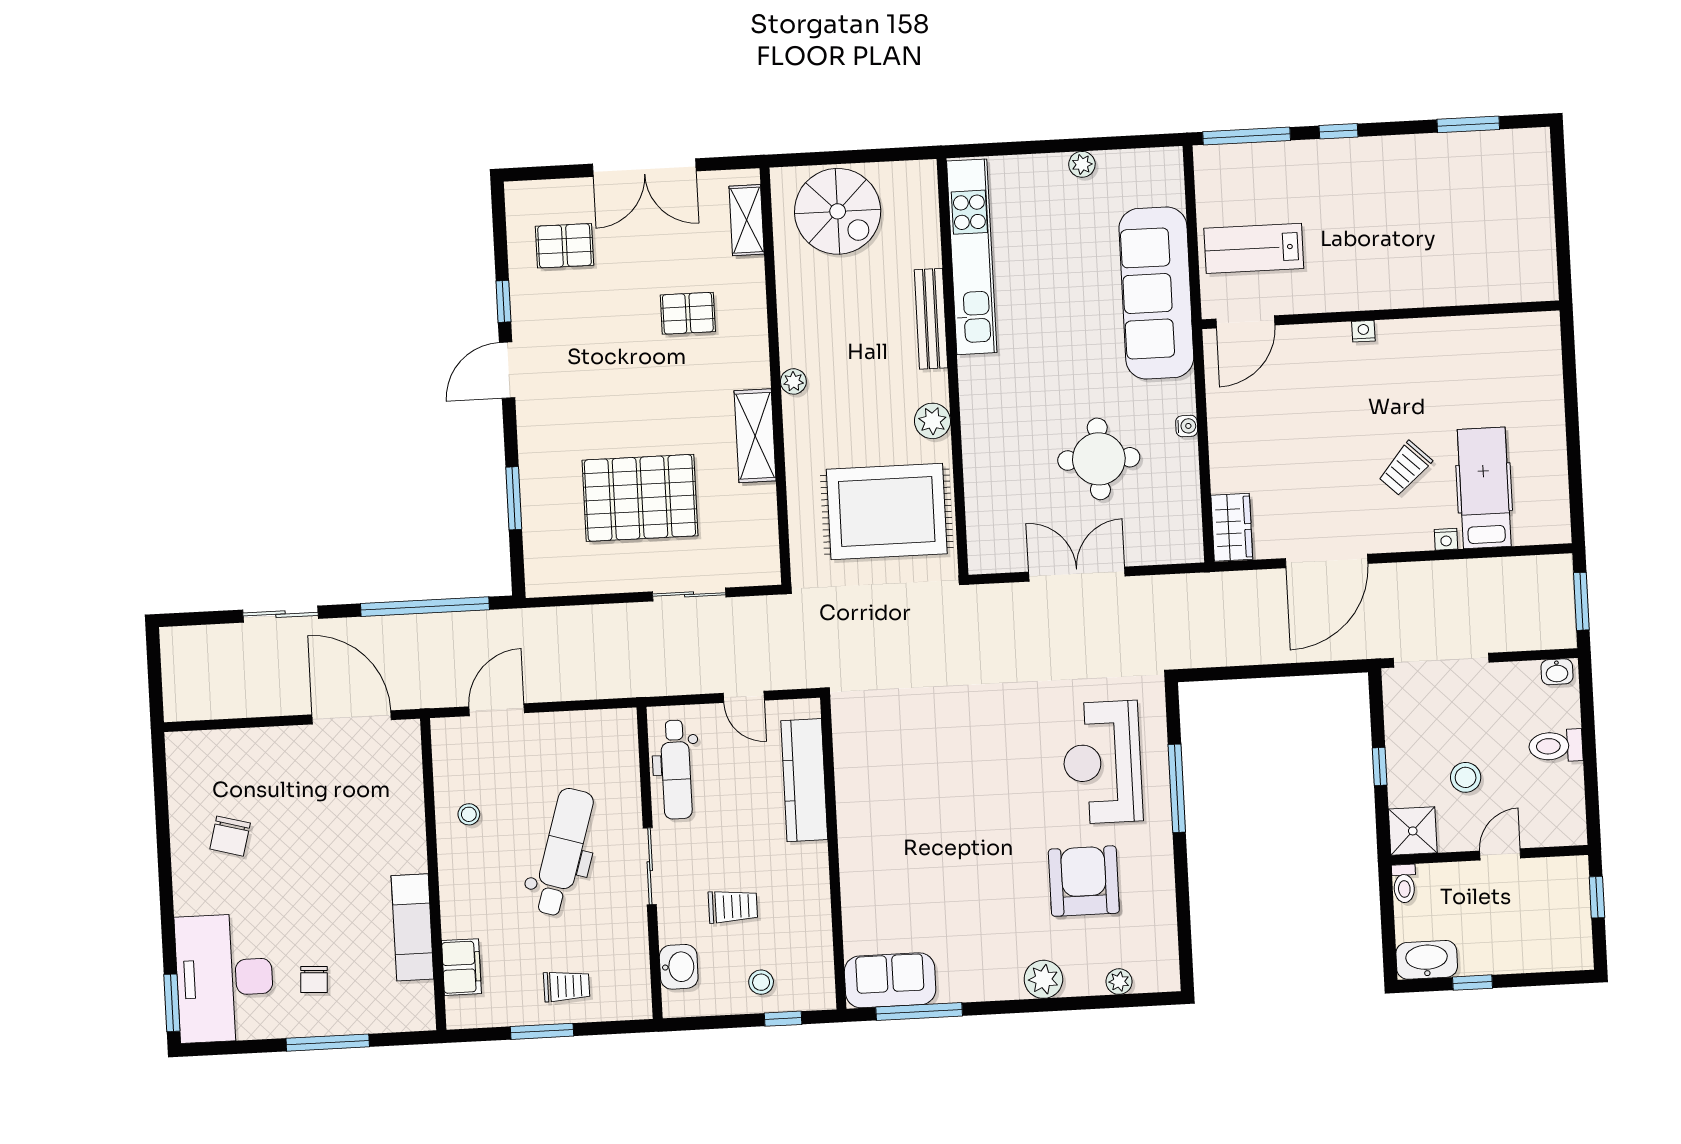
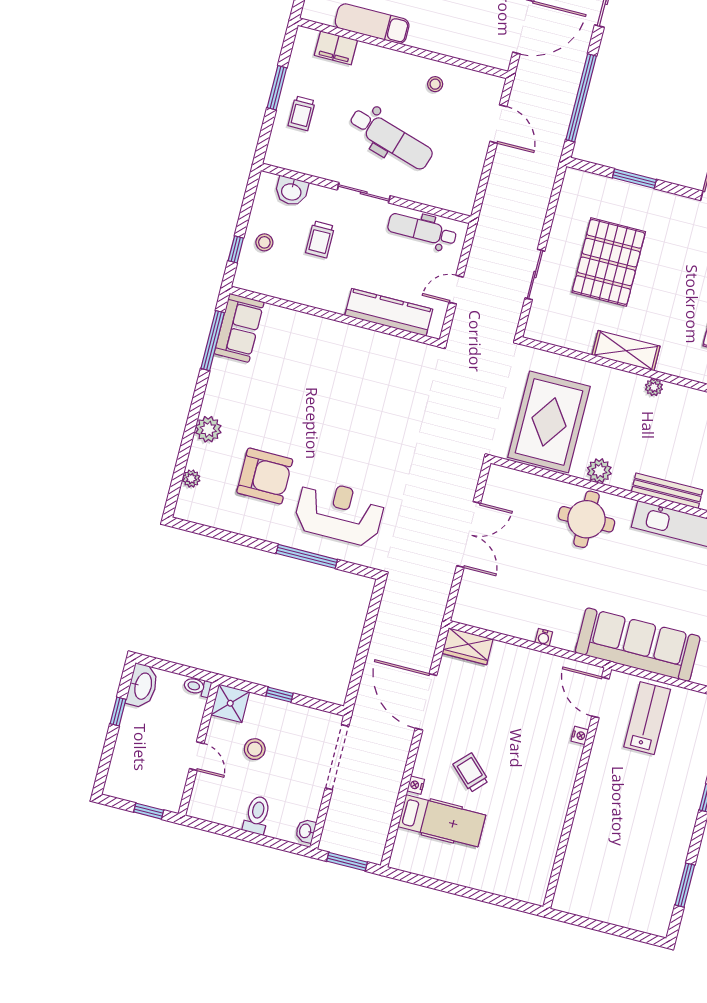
nightstand: (1363, 331) -> (580, 735), moved
round table: (1099, 459) -> (586, 519), moved

